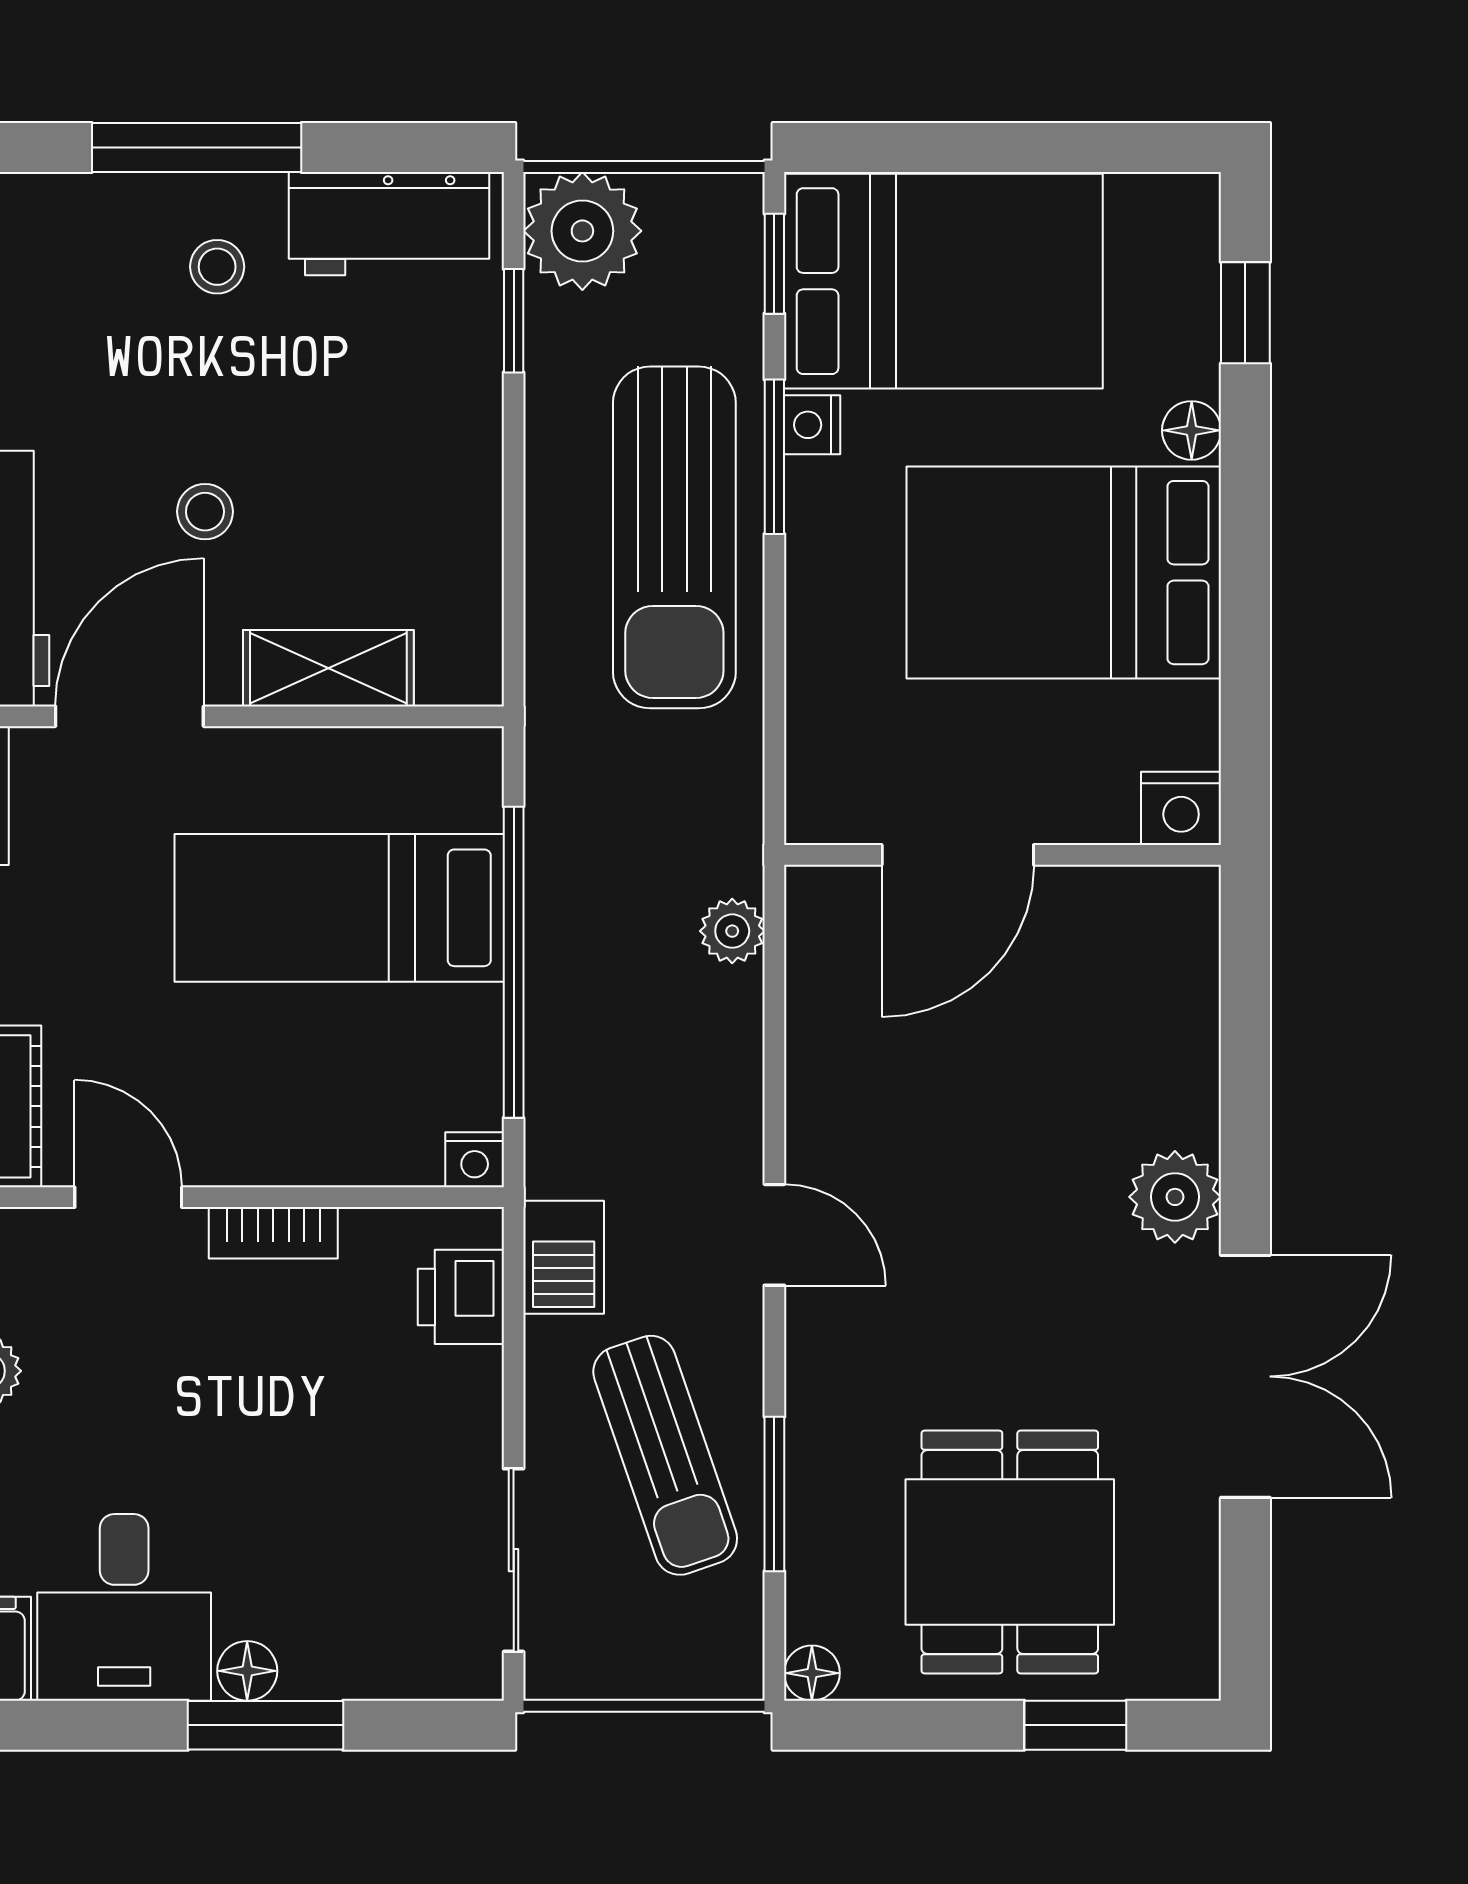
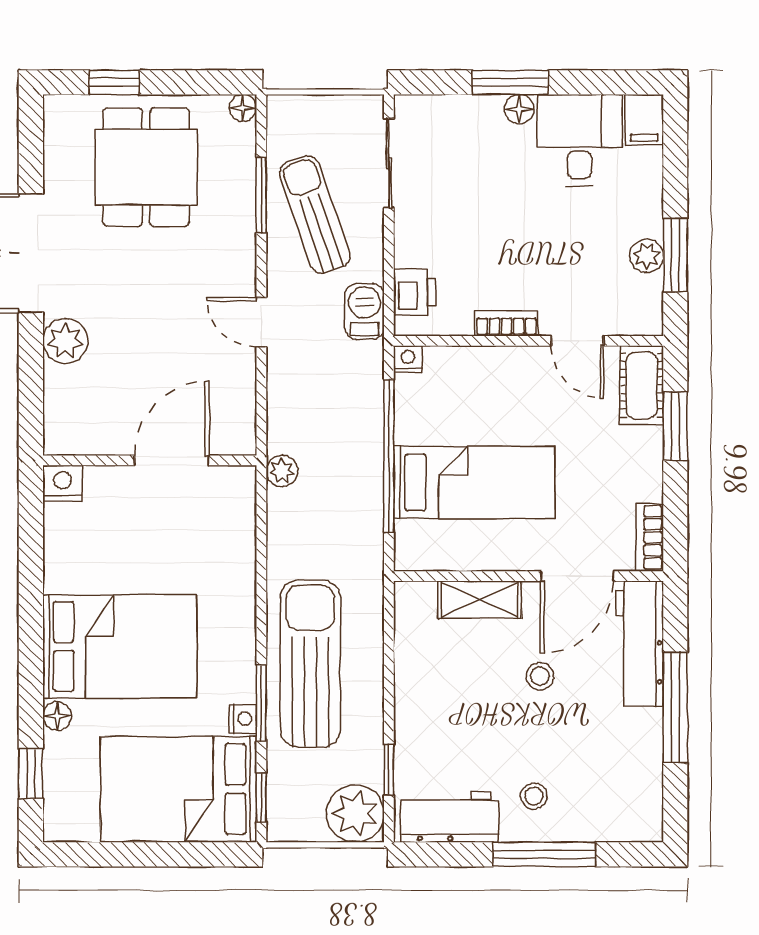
nightstand: (1181, 808) -> (62, 483), moved
door: (958, 855) -> (172, 460), moved
wall: (1003, 855) -> (150, 460), moved

